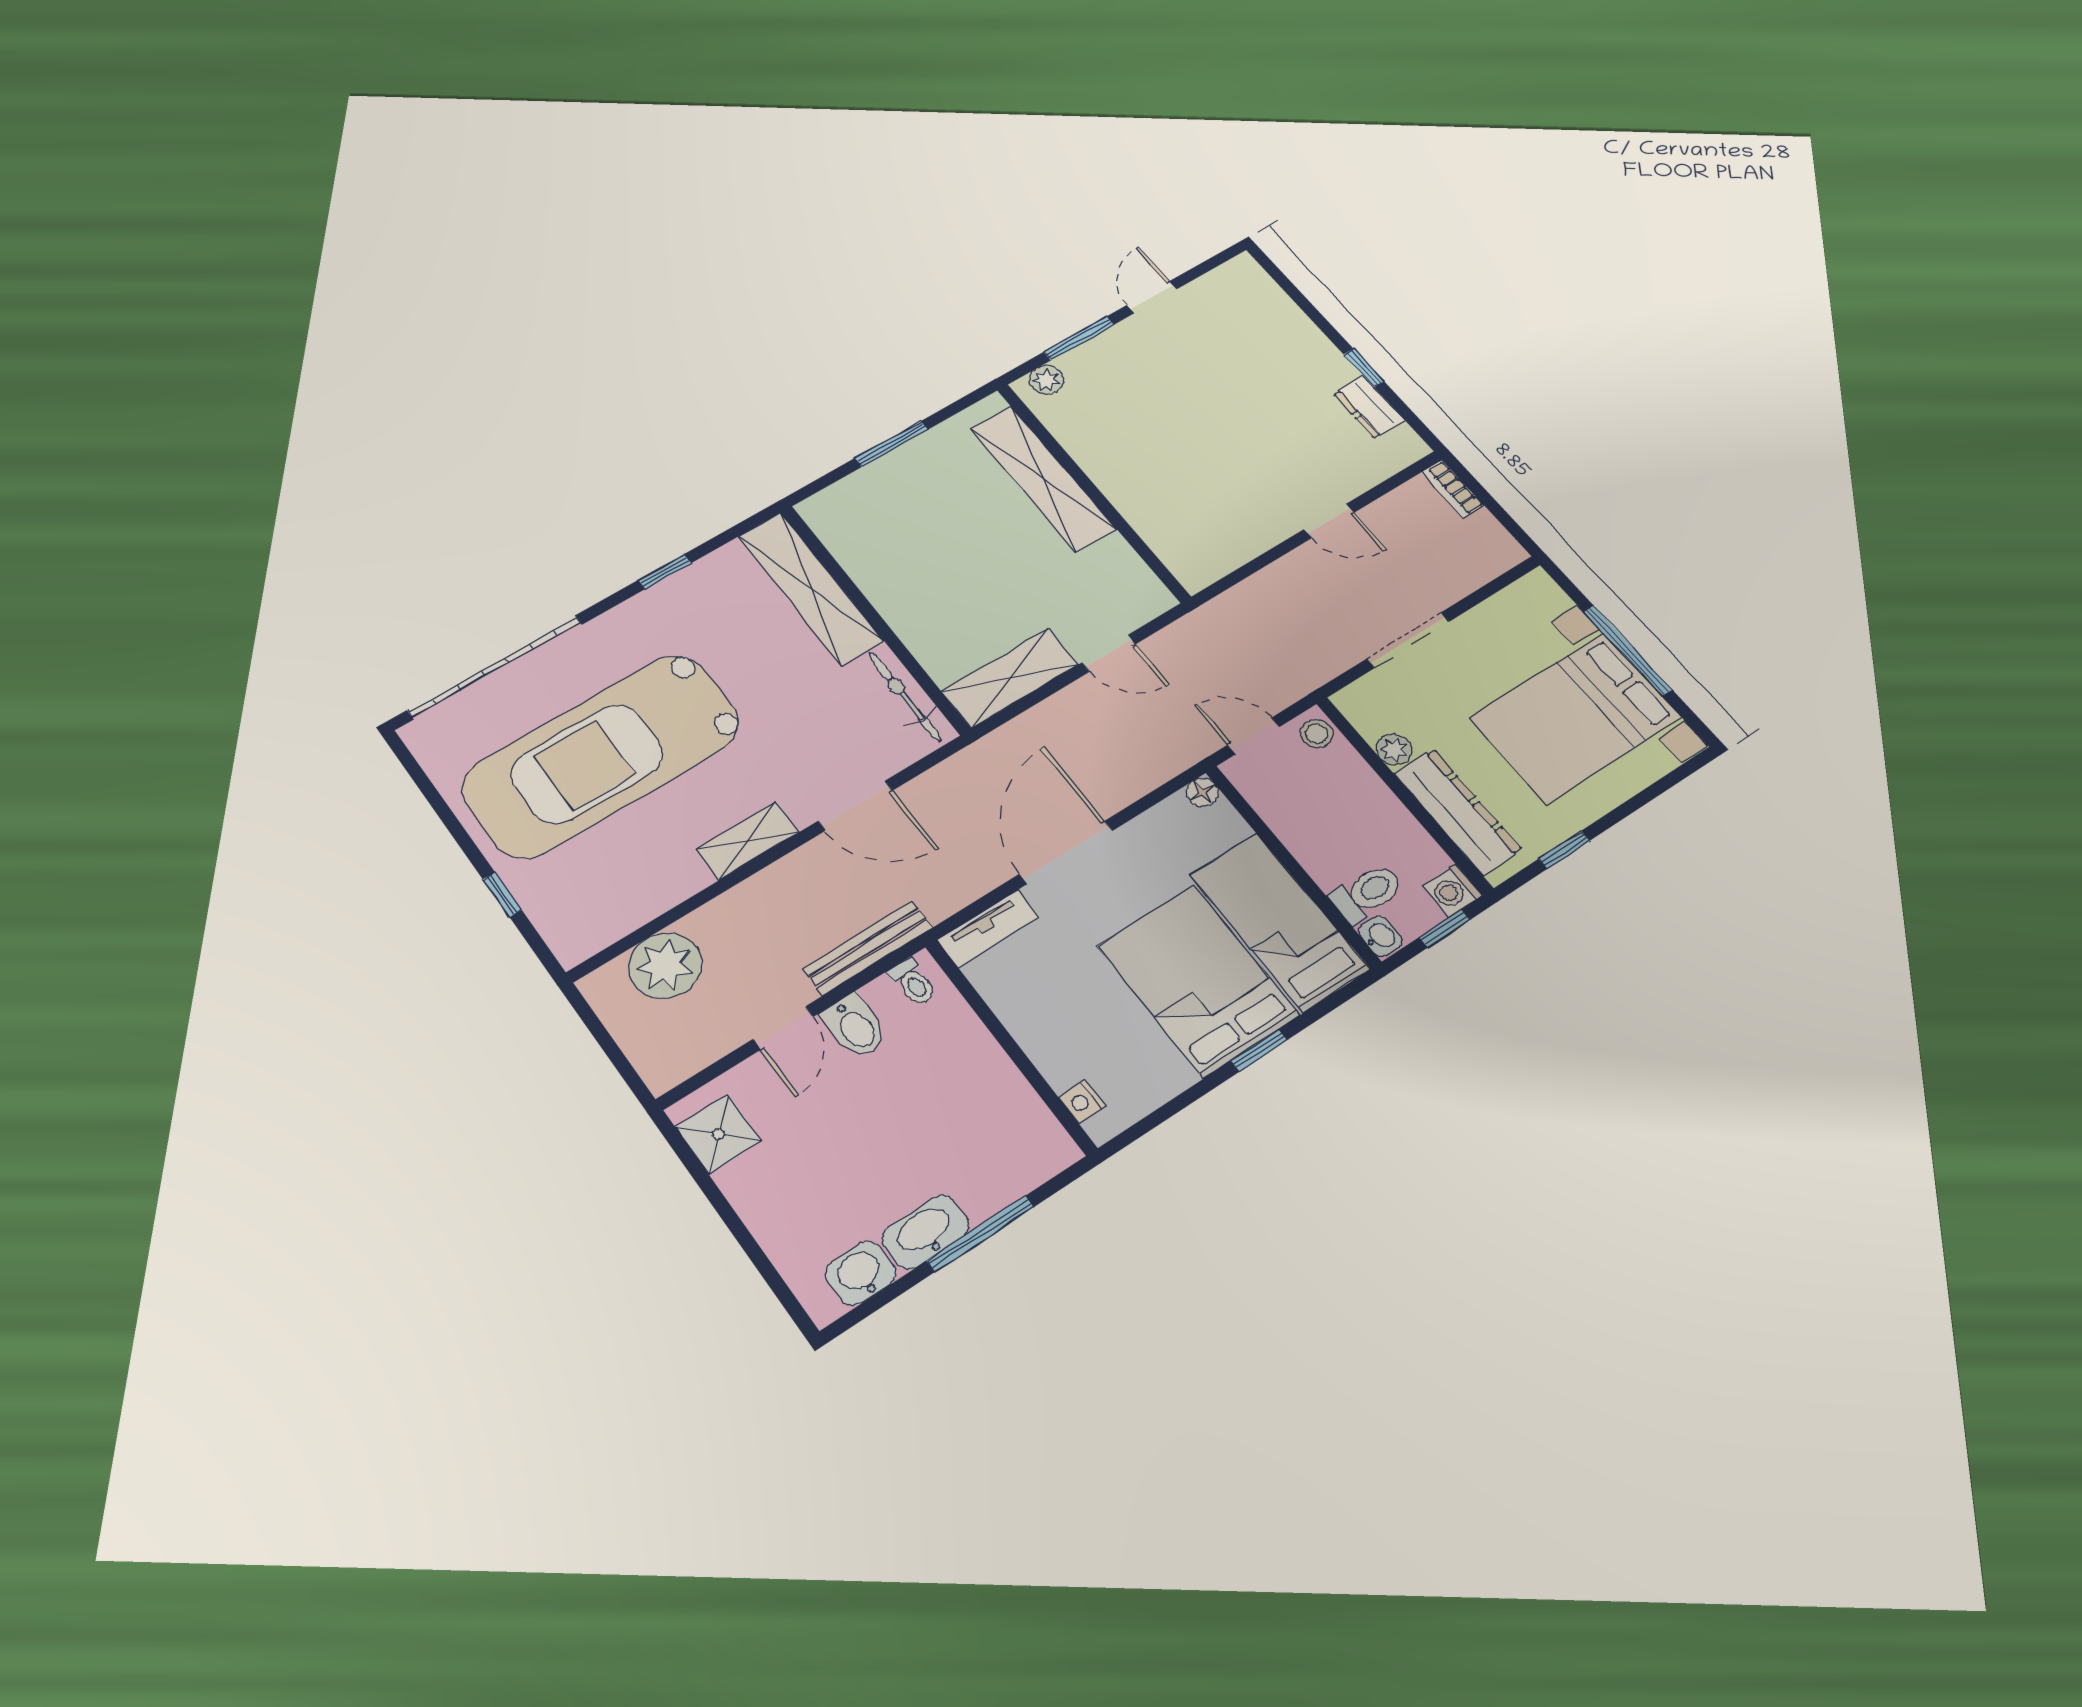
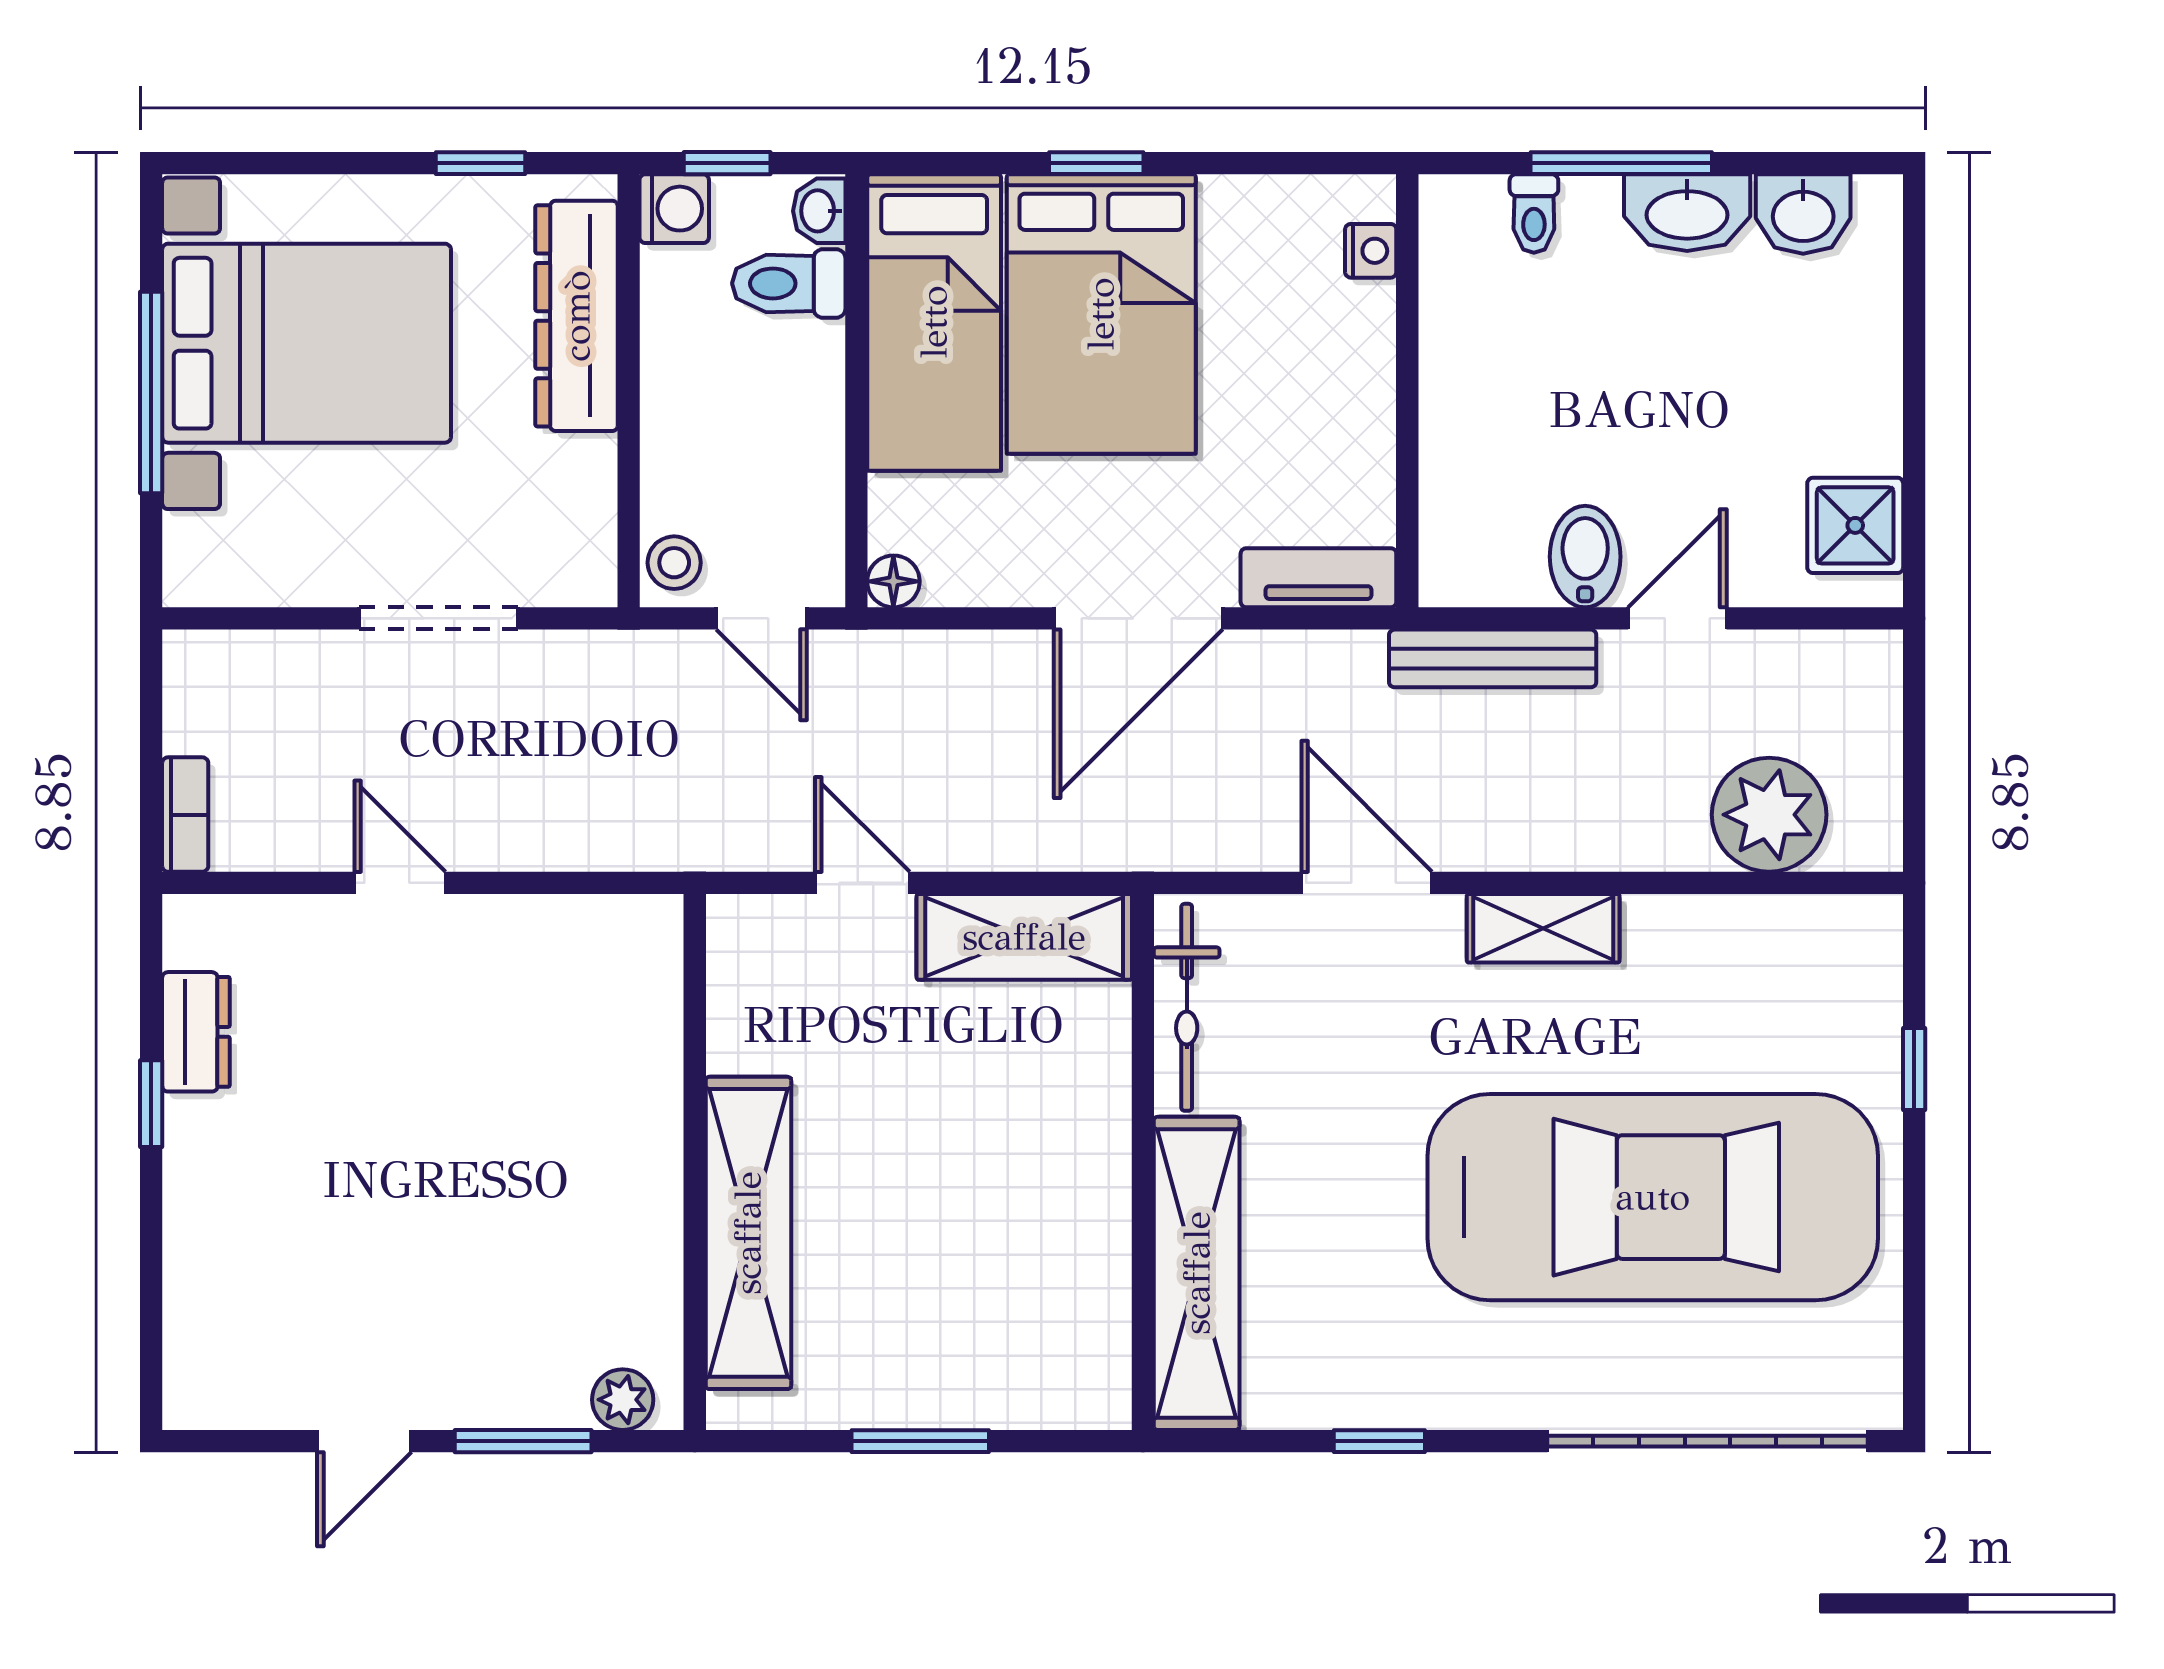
plant: (1394, 750) -> (589, 466), removed
toilet: (913, 982) -> (1534, 213), moved, turned 180

